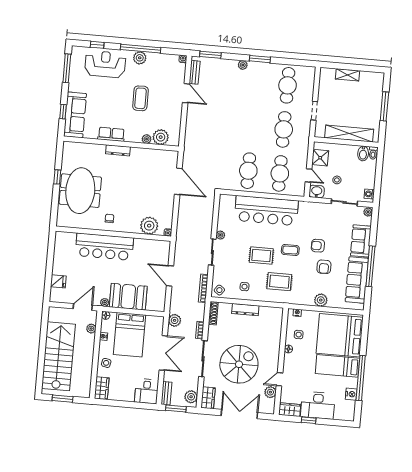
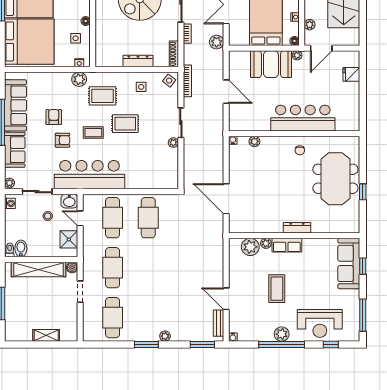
boiler: (319, 133) -> (72, 267), added
row of seats: (111, 134) -> (287, 245), moved
bar counter: (266, 211) -> (90, 175), moved
plant: (149, 226) -> (254, 141), width x0.53, depth x0.53
plant: (321, 300) -> (79, 79), moved

